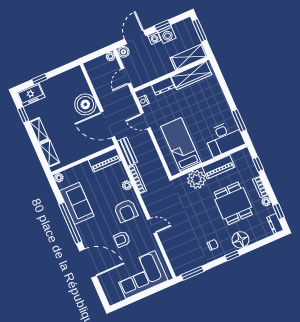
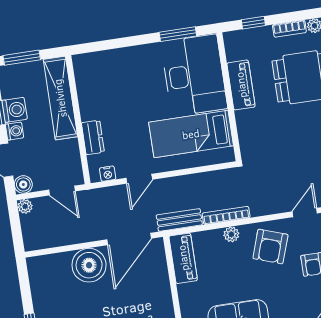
shelving: (189, 57) -> (60, 98), width x1.47
wardrobe: (191, 75) -> (88, 89), removed
desk: (224, 138) -> (194, 75), width x1.36, depth x1.30
plant: (196, 179) -> (251, 124), removed
armchair: (126, 211) -> (270, 247), turned 109

